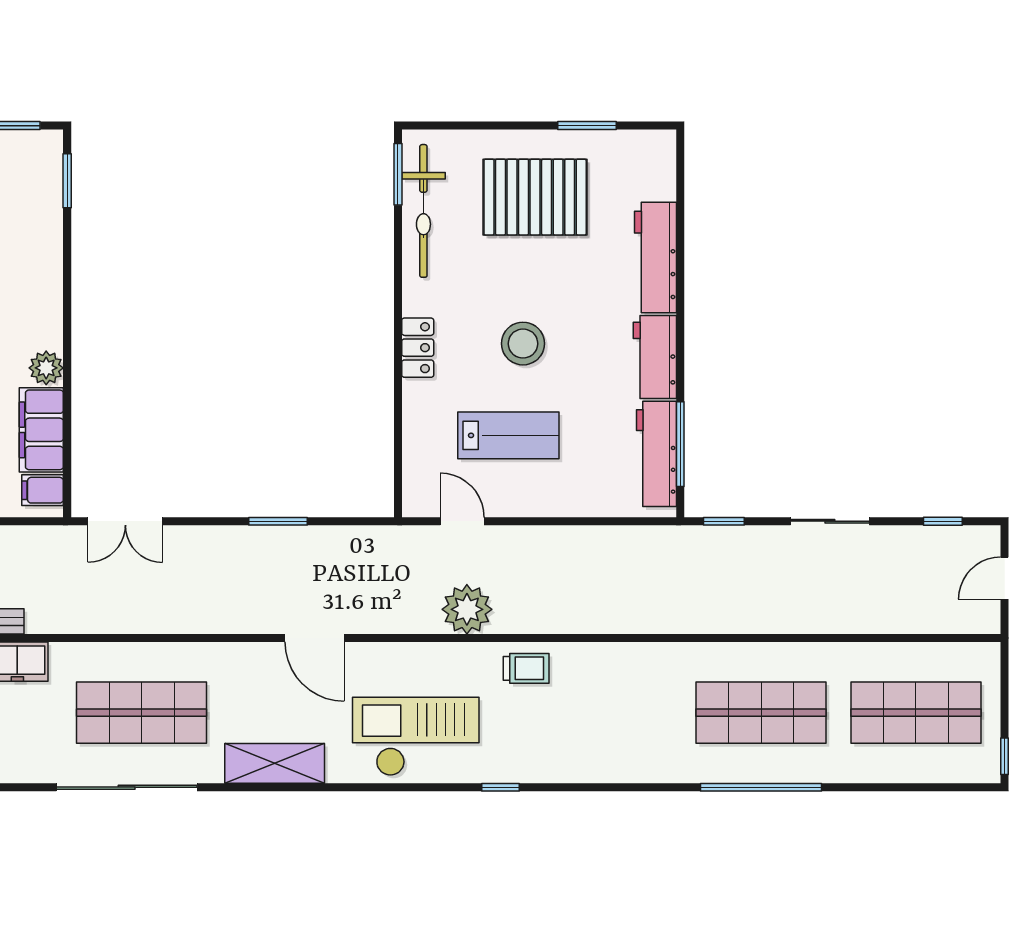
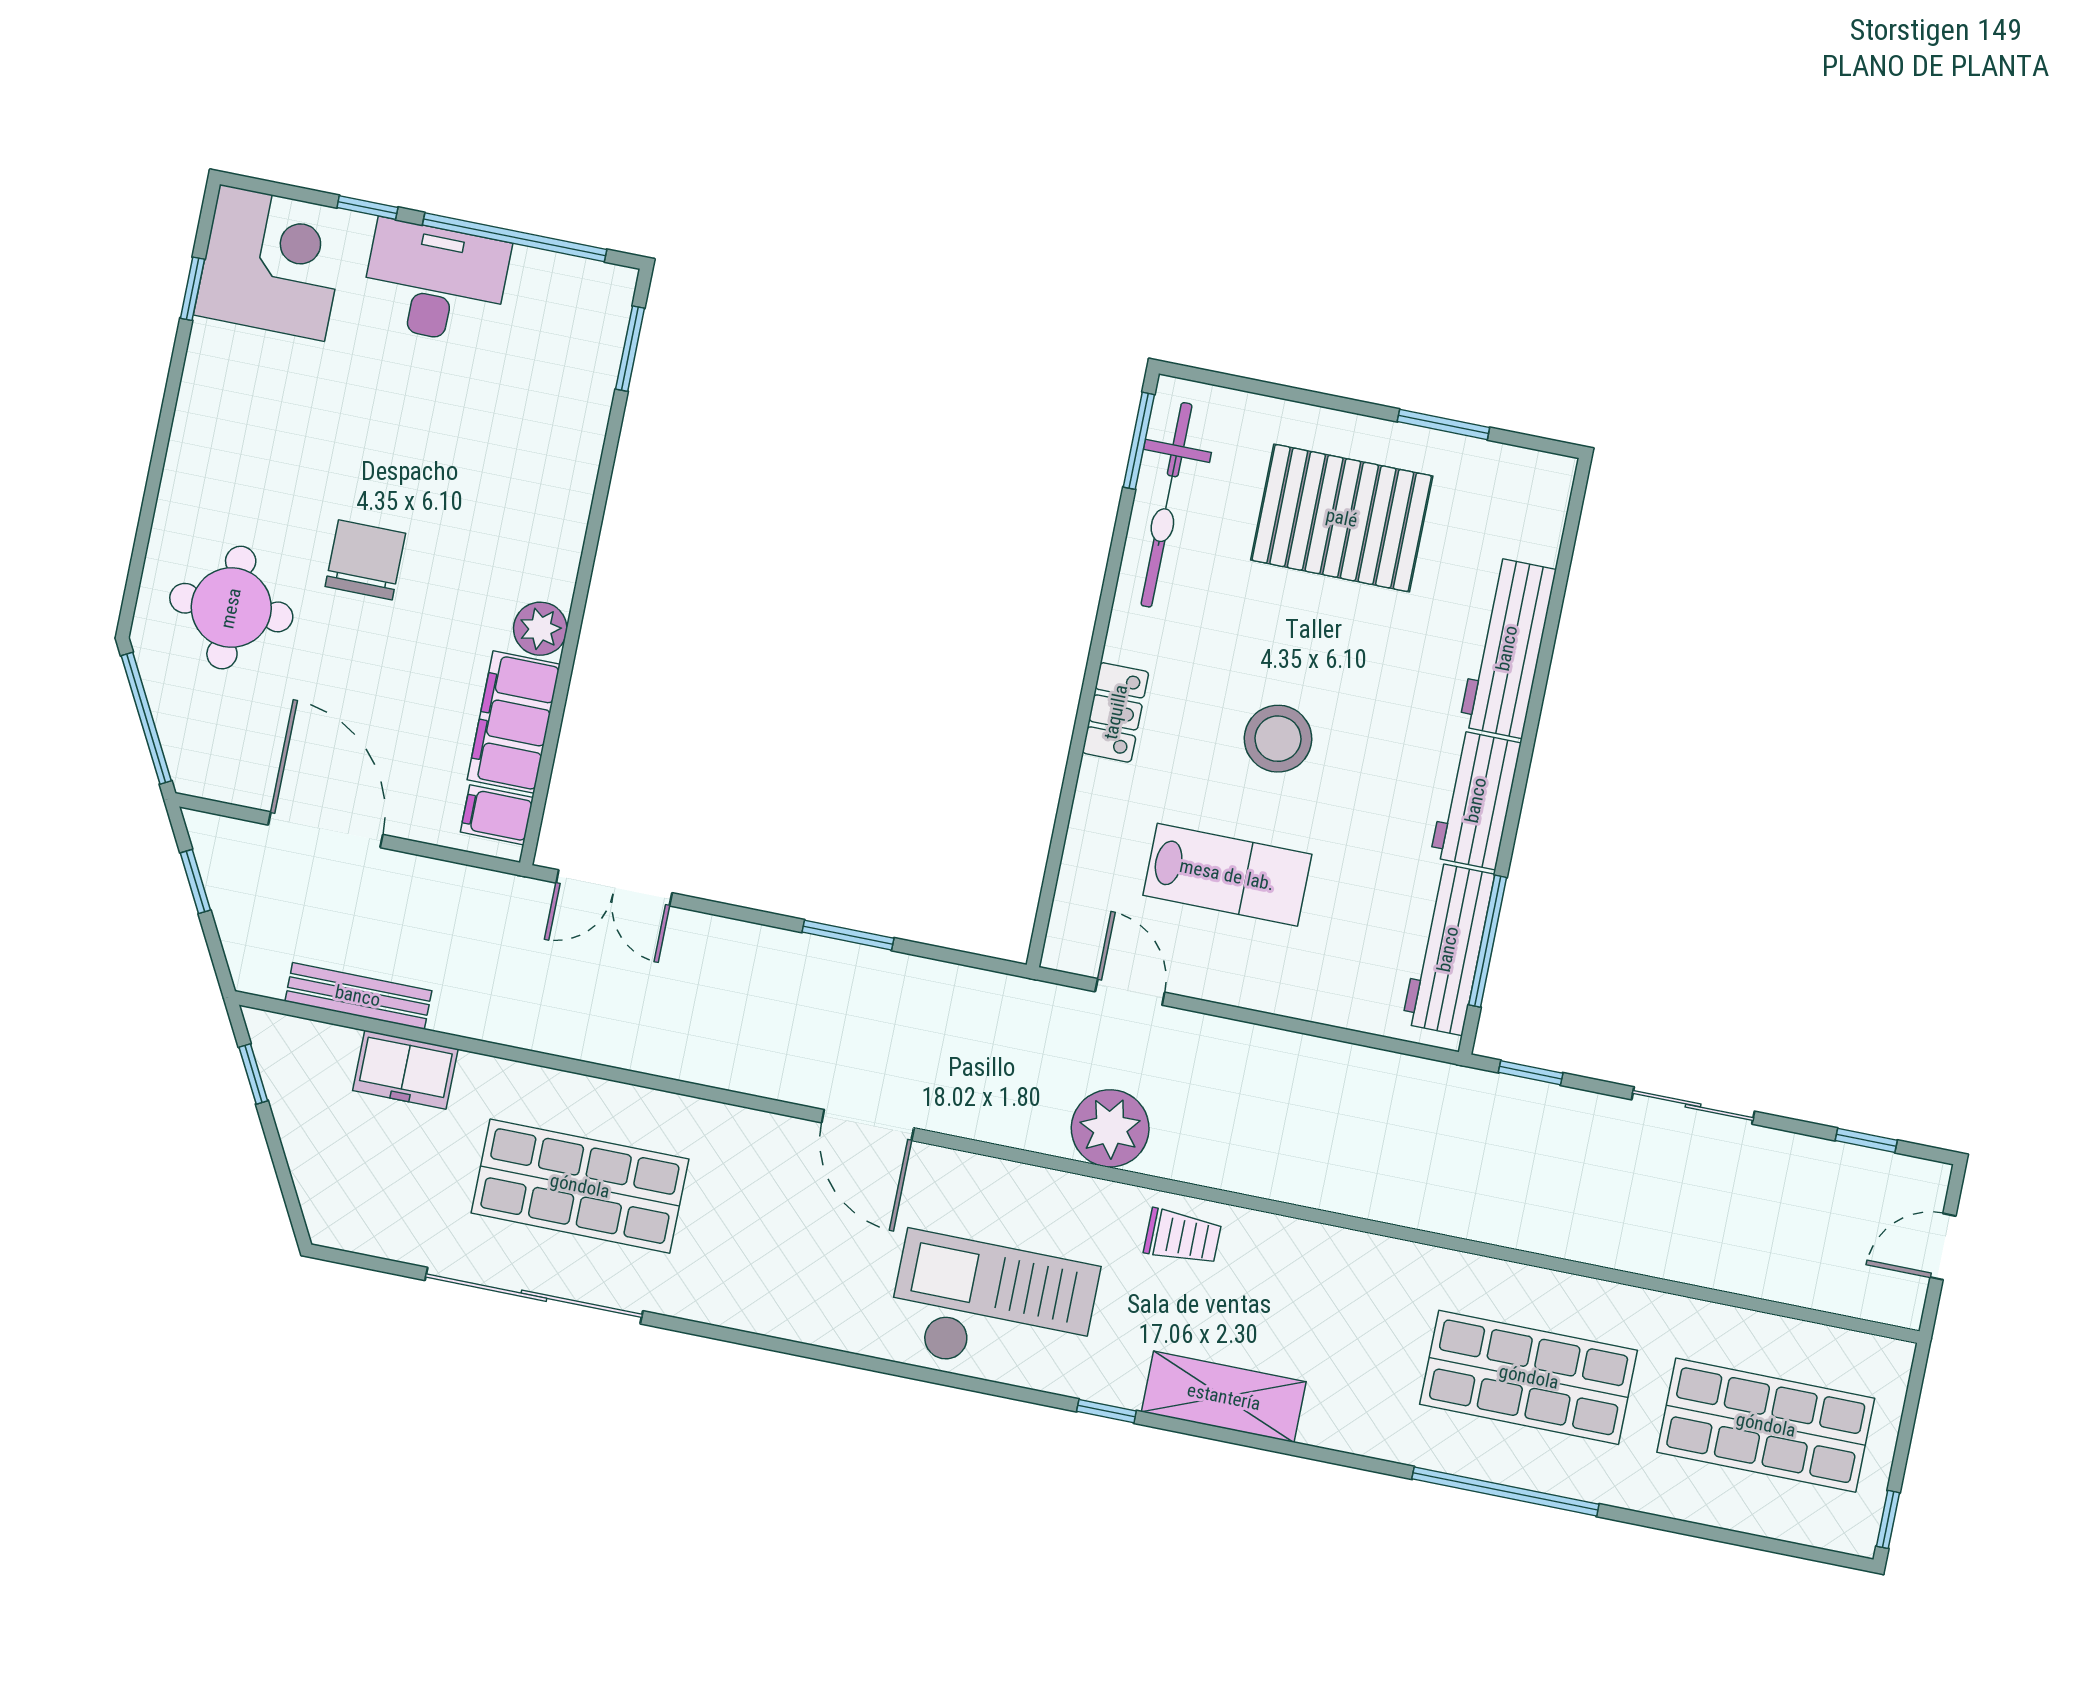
shelving: (275, 763) -> (1224, 1397), moved

